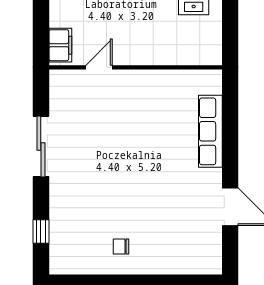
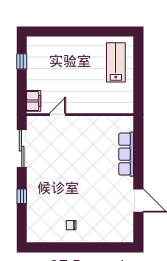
sliding door: (41, 147) -> (22, 149), moved
window: (41, 231) -> (22, 196), moved

